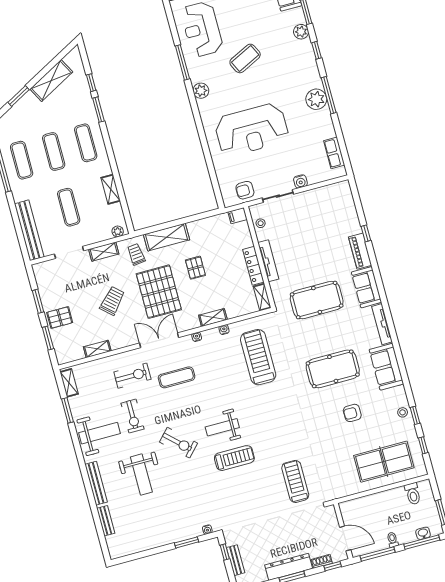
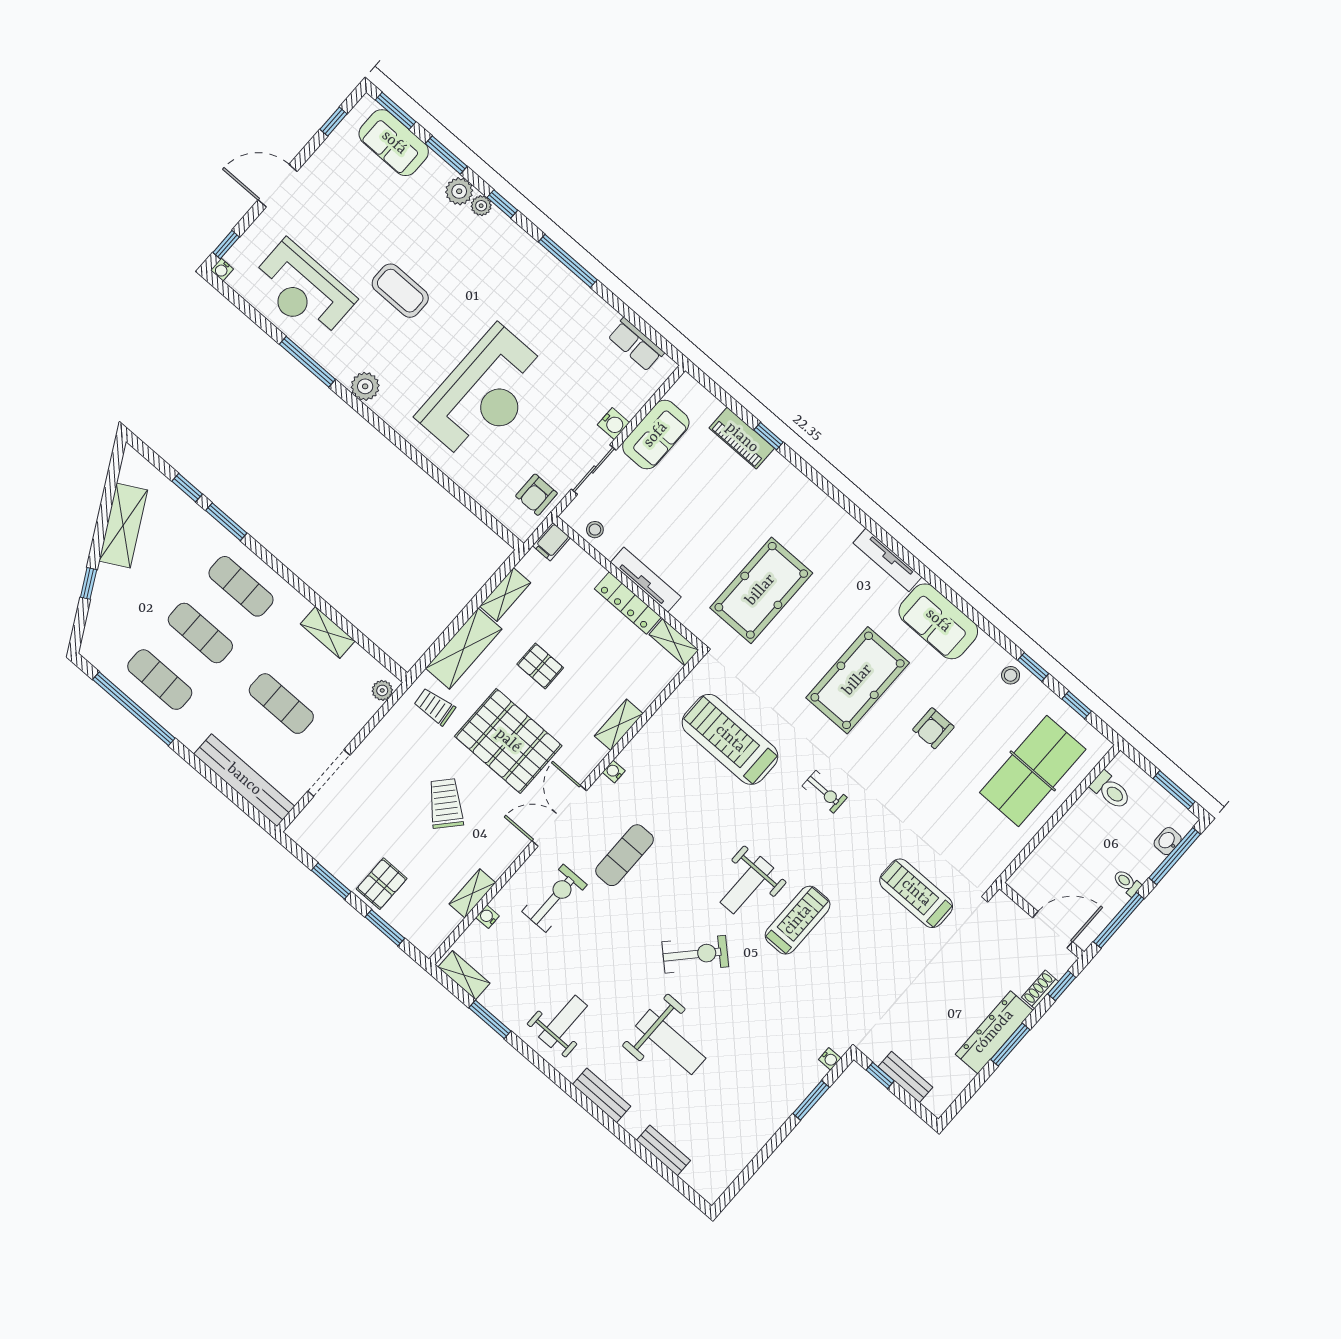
coffee table: (245, 58) -> (400, 291), turned -64
window: (19, 96) -> (89, 583), width x0.67
plant: (316, 99) -> (481, 206), moved, width x0.53, depth x0.53
piano: (360, 251) -> (742, 438), moved
shelving: (104, 252) -> (505, 594), moved
sofa: (367, 287) -> (656, 435), moved, turned -90
water cooler: (224, 330) -> (487, 917), moved
exercise bike: (132, 416) -> (825, 792), moved, width x0.73, depth x0.72
weight bench: (99, 433) -> (563, 1021), width x0.73, depth x0.75
bench: (96, 483) -> (602, 1095), width x0.73

